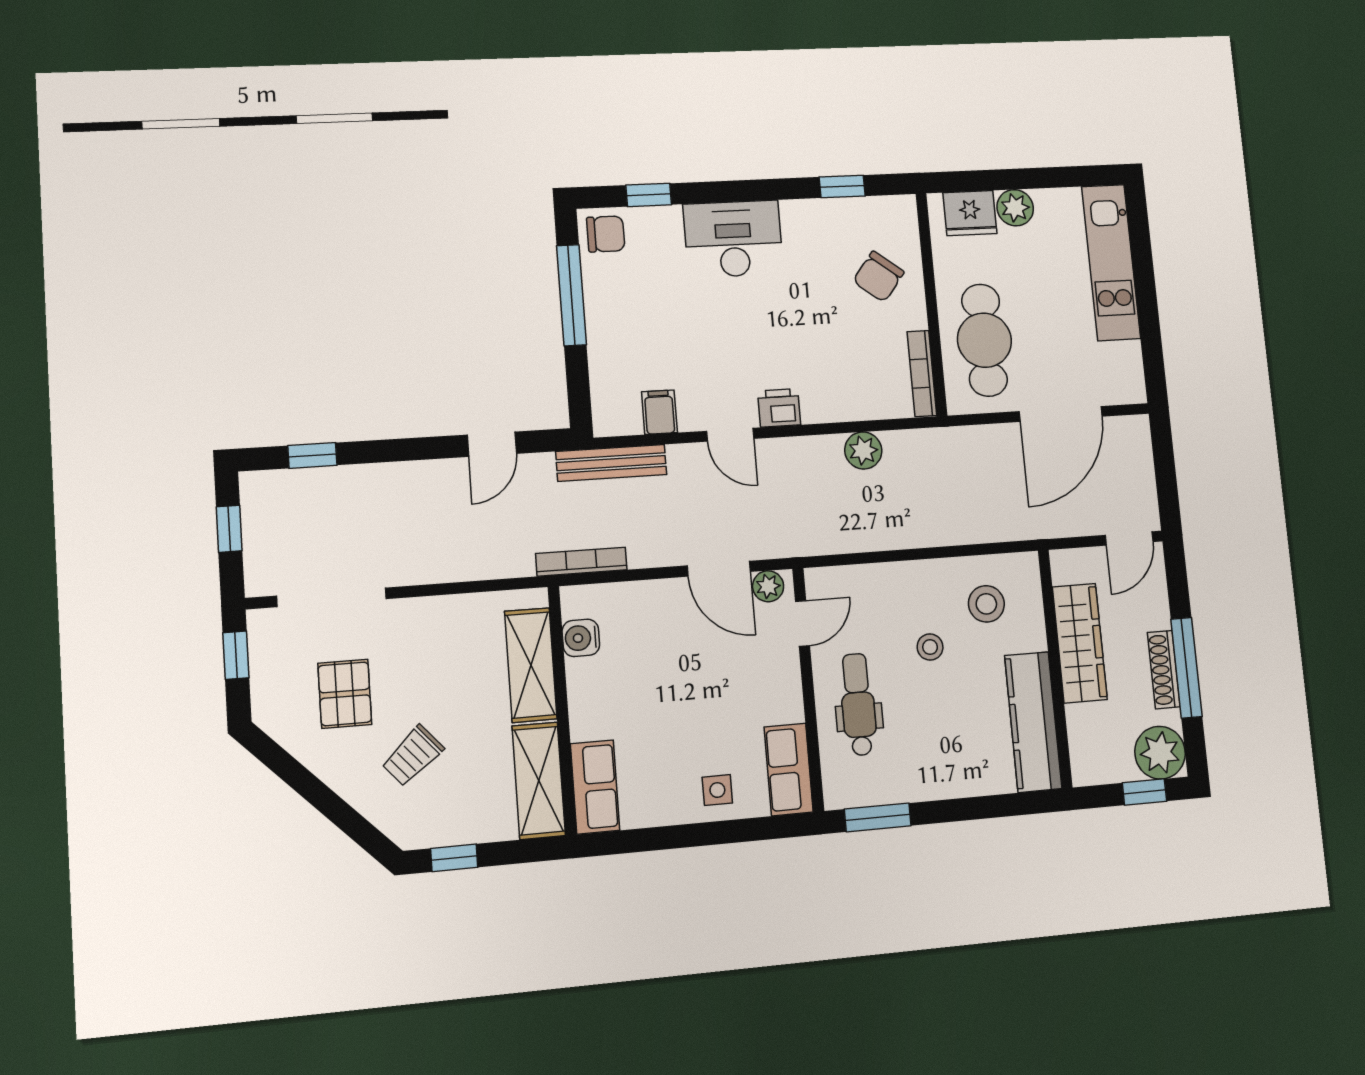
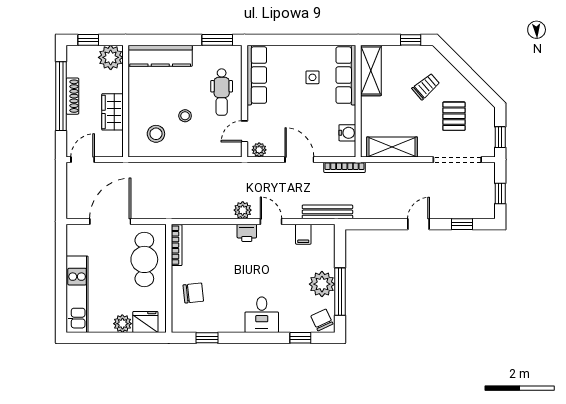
chair: (606, 234) -> (322, 320), turned 65
desk: (733, 239) -> (262, 315), width x0.73
chair: (878, 277) -> (193, 293), turned 46
plant: (611, 309) -> (322, 284), added
door: (492, 444) -> (419, 224), moved
plant: (863, 450) -> (243, 210), moved
door: (719, 569) -> (299, 160), moved
wardrobe: (1080, 643) -> (112, 112), width x0.67
shelving: (531, 665) -> (392, 147), moved, turned 90
window: (1186, 668) -> (61, 96), width x1.46
kitchen counter: (1033, 722) -> (160, 56), moved, turned 90
plant: (1160, 753) -> (111, 57), moved
row of seats: (789, 769) -> (257, 75), width x1.48
row of seats: (595, 787) -> (346, 75), width x1.48
side table: (717, 790) -> (312, 77), moved

